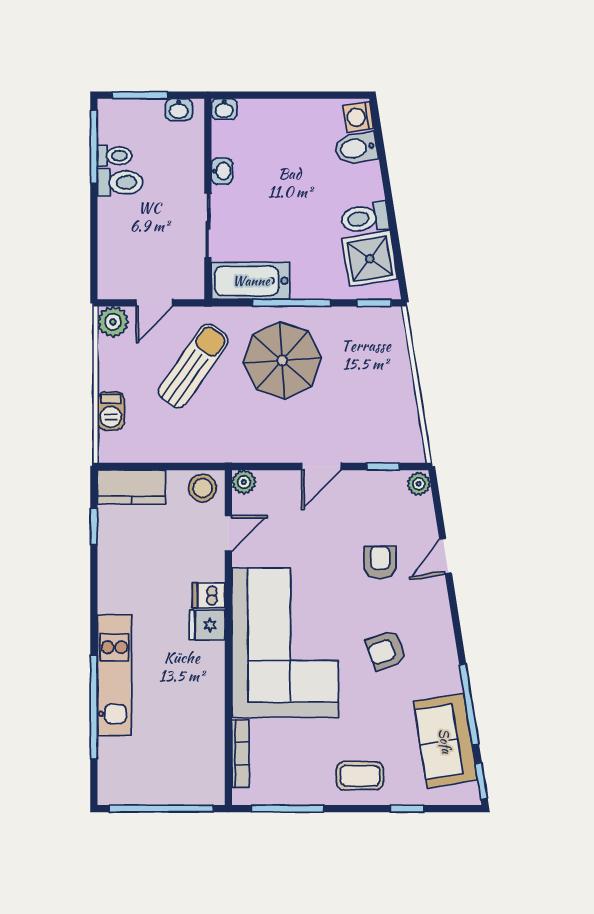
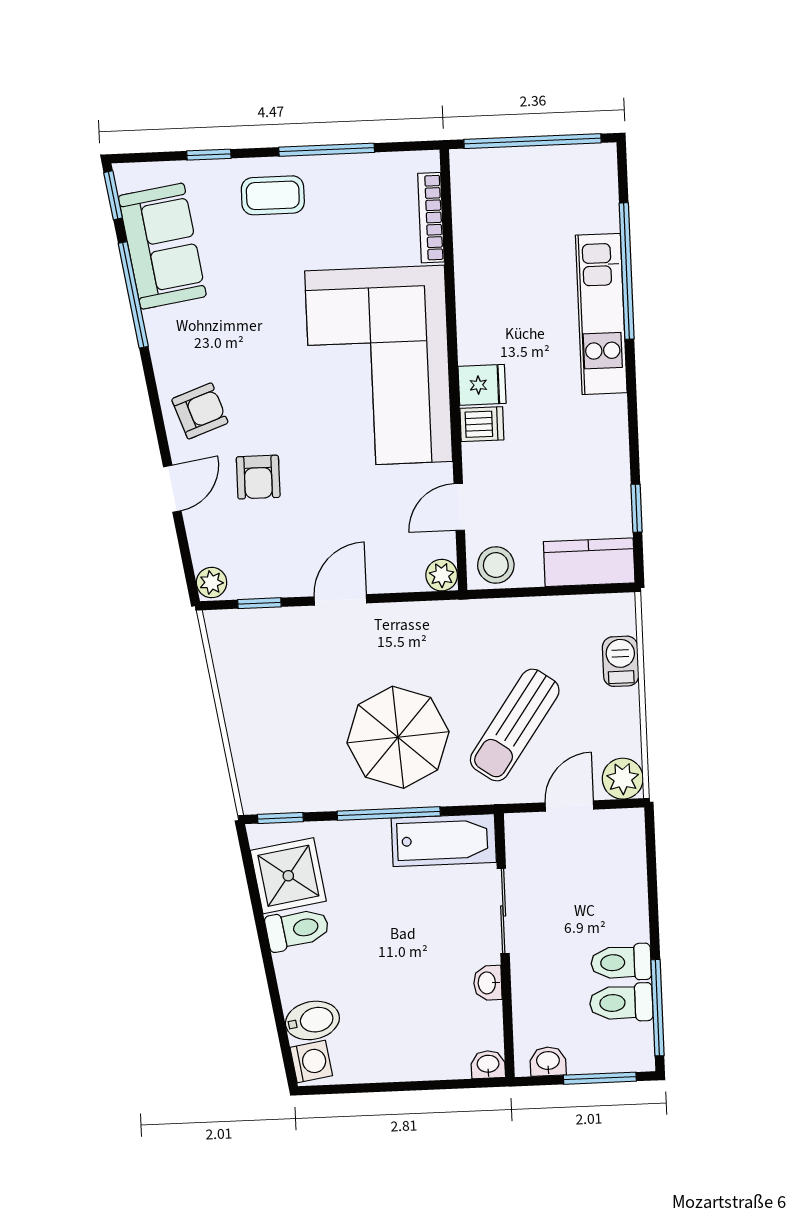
toilet: (115, 156) -> (621, 1003), width x1.37, depth x1.39
armchair: (386, 650) -> (200, 411), moved
window: (287, 809) -> (327, 150), moved

